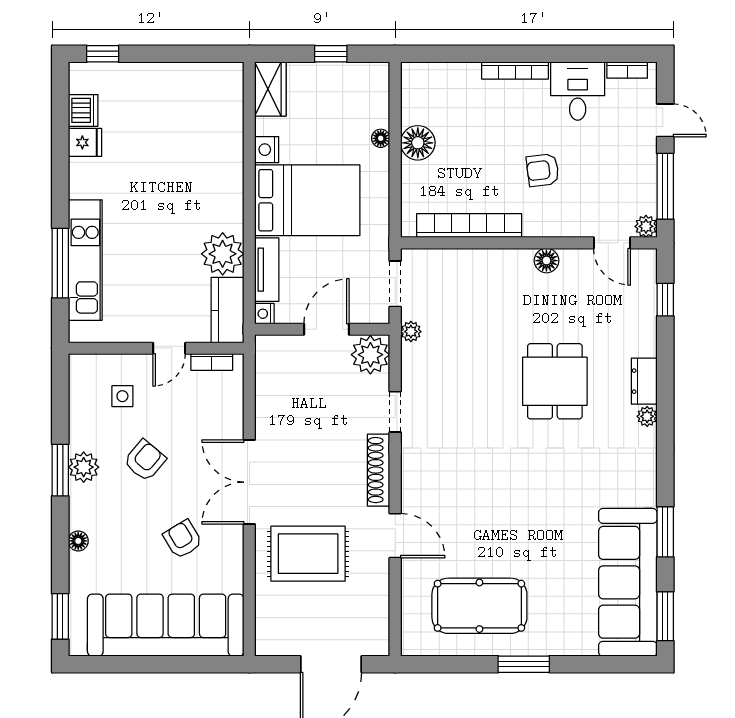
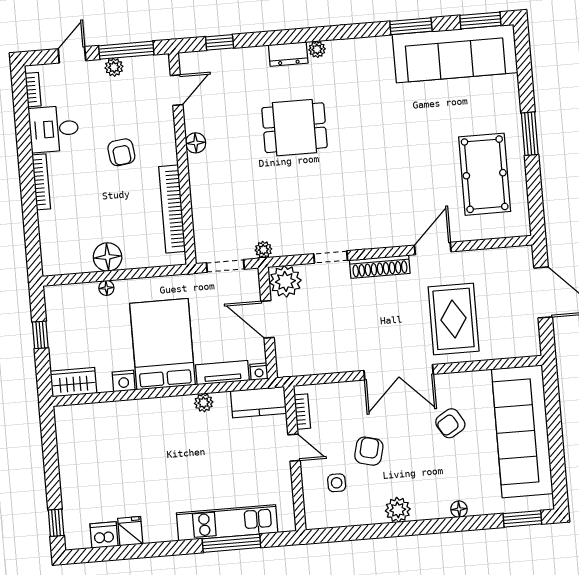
plant: (646, 226) -> (114, 67), moved
plant: (223, 254) -> (204, 403), width x0.53, depth x0.53
armchair: (145, 460) -> (369, 451), moved, turned 64
window: (60, 470) -> (402, 529), removed

